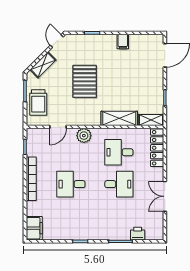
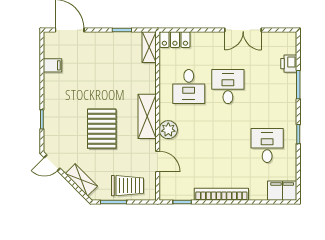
filing cabinet: (123, 41) -> (53, 65), moved
pallet: (85, 81) -> (102, 129), turned 90
shelving: (119, 118) -> (147, 116), moved
locker: (157, 148) -> (175, 40), width x0.66
desk: (71, 184) -> (267, 145), moved, turned 180

